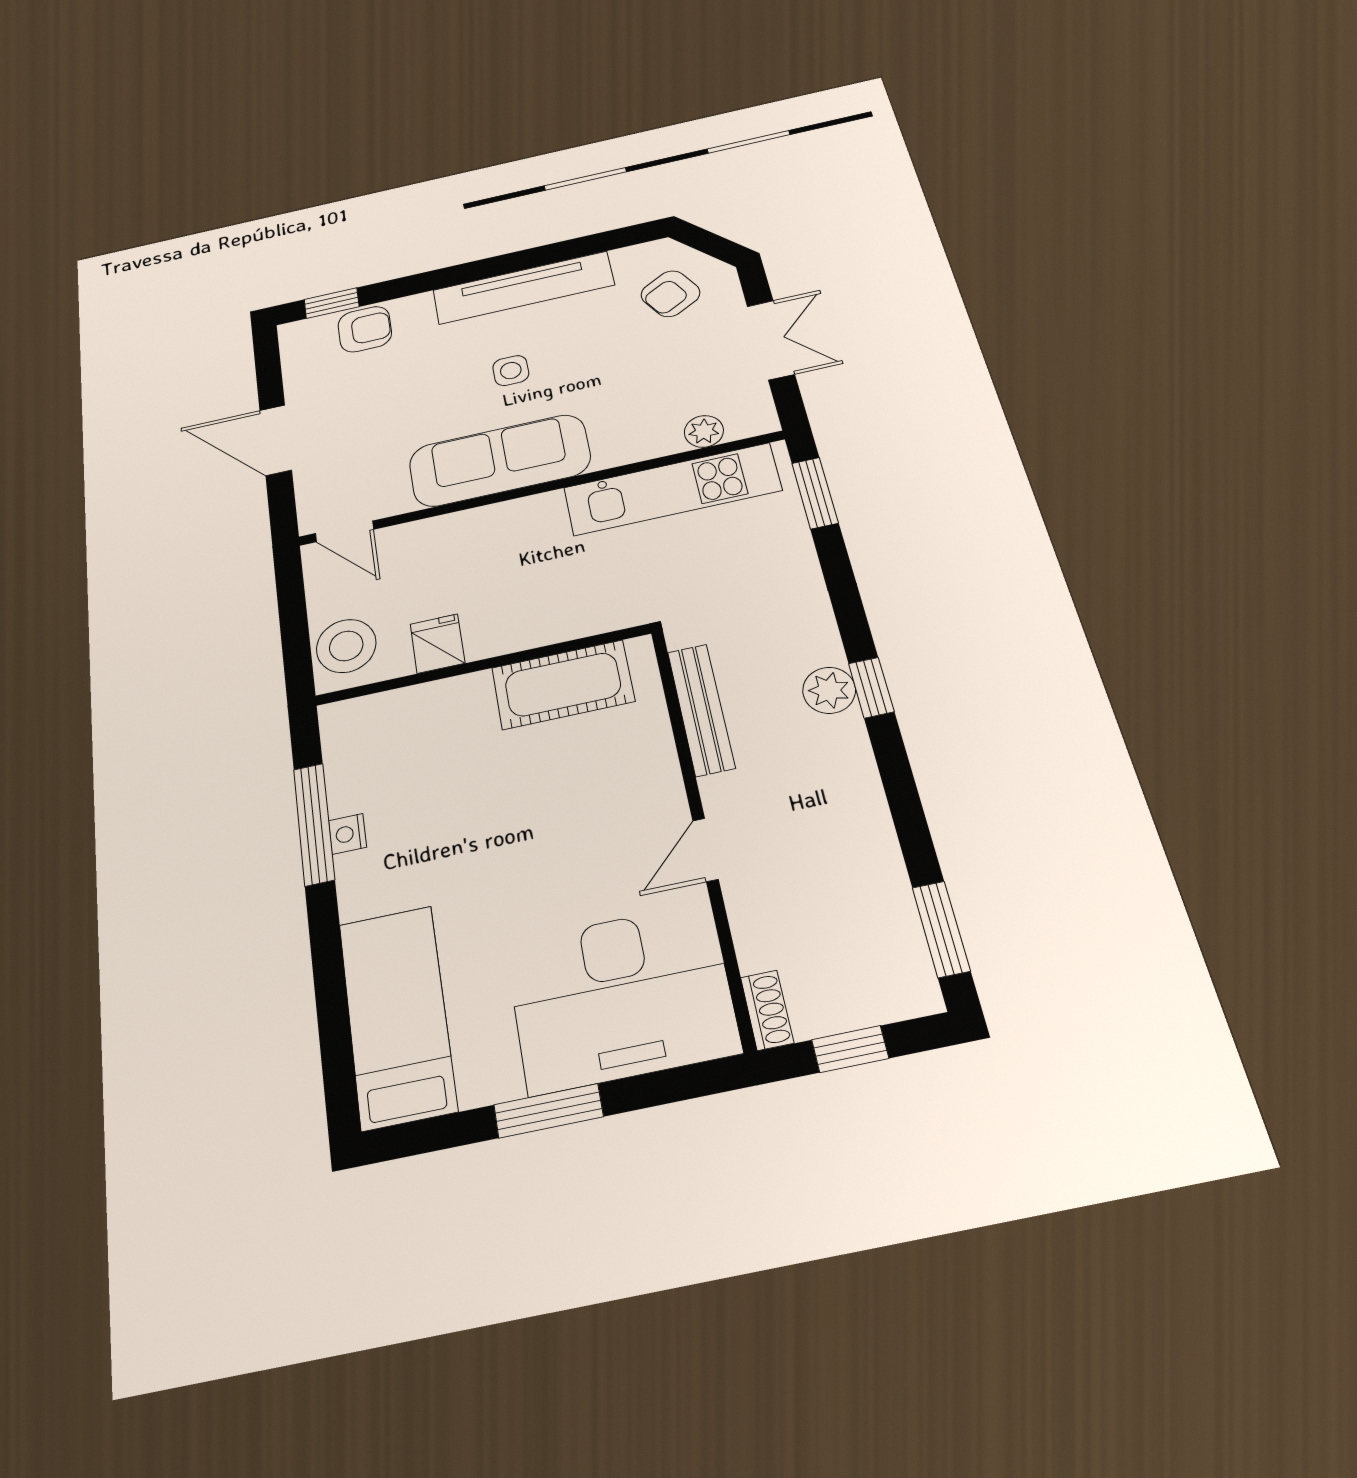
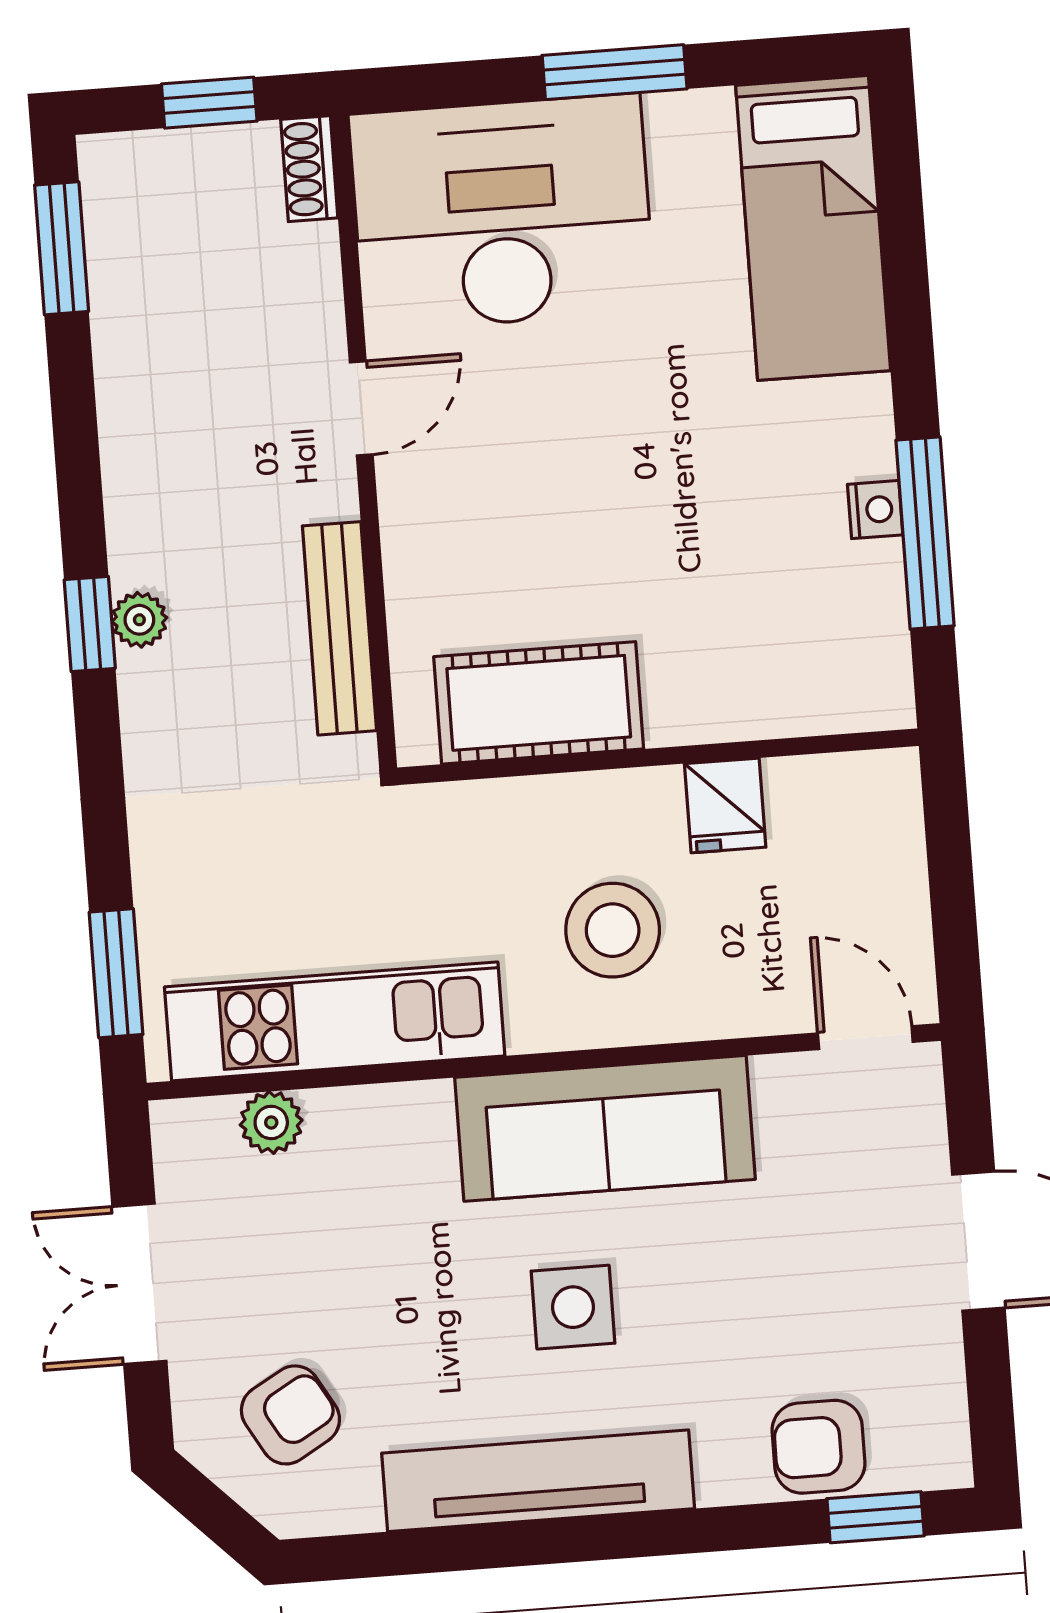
side table: (511, 370) -> (573, 1307), width x1.37, depth x1.37
stool: (346, 646) -> (613, 930), moved
plant: (829, 690) -> (139, 620), width x0.73, depth x0.73

